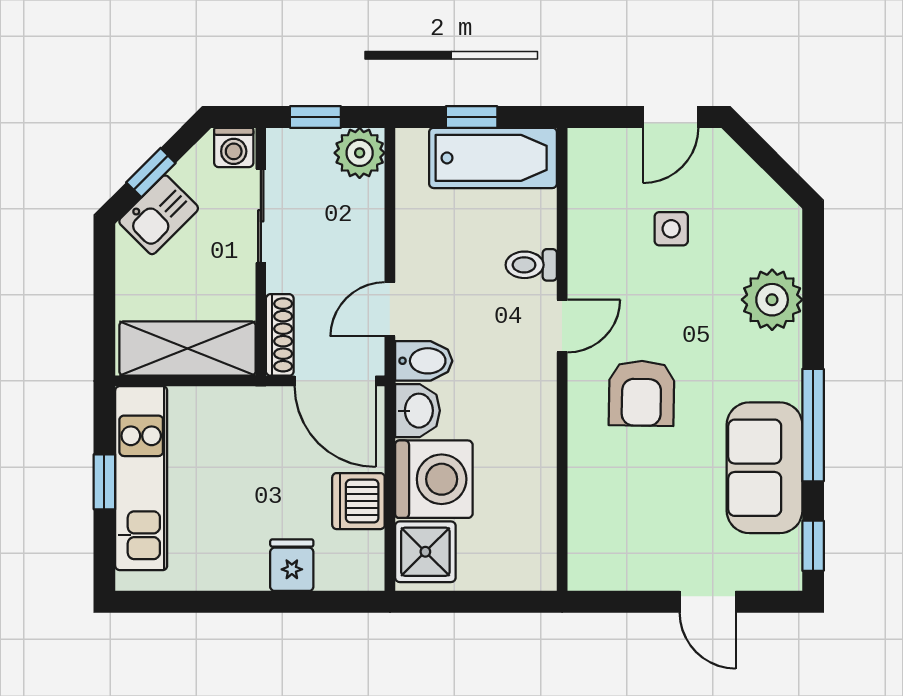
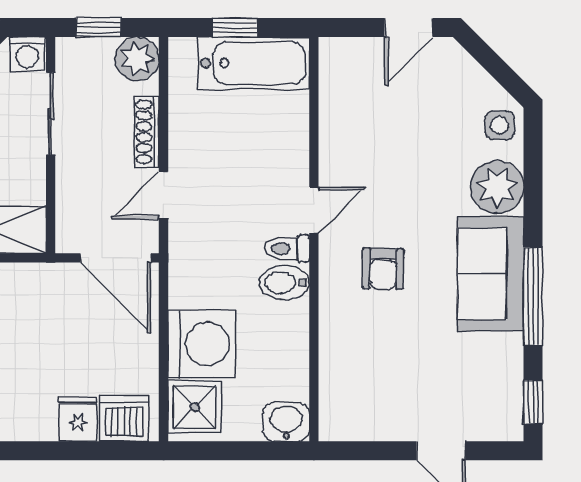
side table: (671, 229) -> (500, 125), moved
toilet: (531, 265) -> (287, 249), moved
shoe rack: (280, 335) -> (147, 132), moved, turned 180
bidet: (424, 361) -> (284, 283), moved, turned 180
armchair: (641, 393) -> (383, 269), width x0.72, depth x0.72
washbasin: (418, 411) -> (286, 422), moved, turned -90
sofa: (765, 468) -> (491, 274), moved
dishwasher: (358, 501) -> (124, 418), moved, turned 90

